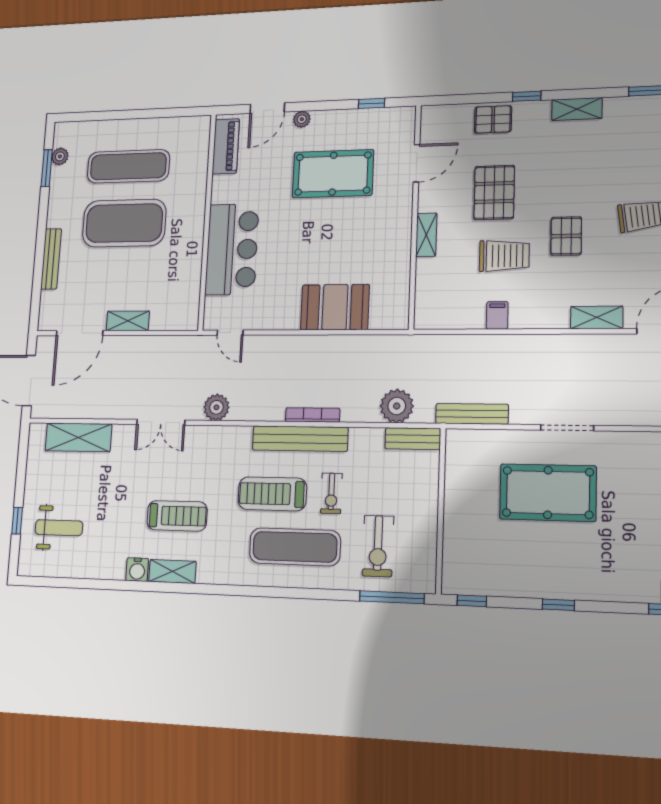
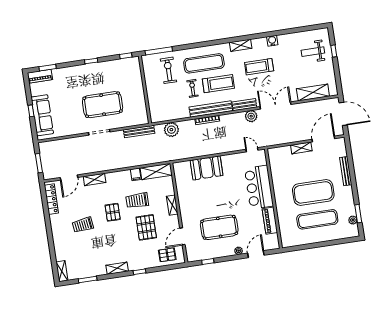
pallet: (493, 119) -> (167, 255), moved
piano: (226, 146) -> (270, 221), moved
shelving: (449, 315) -> (156, 171), added
double door: (161, 422) -> (276, 105), width x1.37
bench: (413, 439) -> (244, 105), moved
shelving: (172, 571) -> (241, 45), moved

